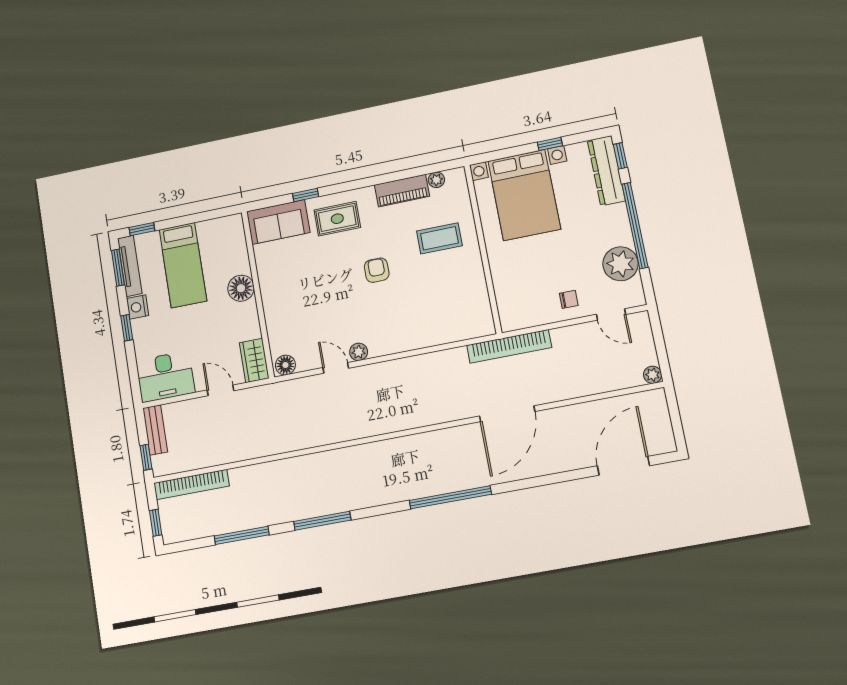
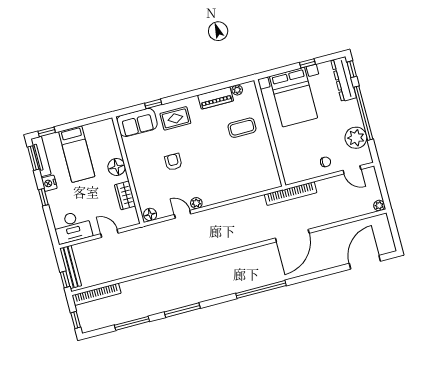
armchair: (377, 270) -> (173, 162), moved
wardrobe: (254, 360) -> (125, 195), moved
bench: (155, 430) -> (71, 267), width x1.36

